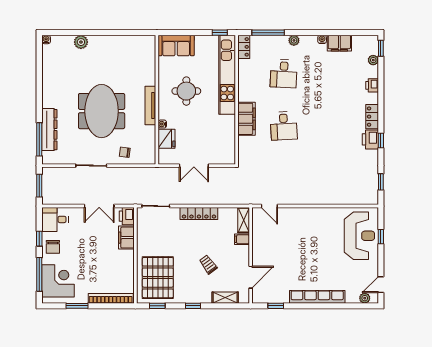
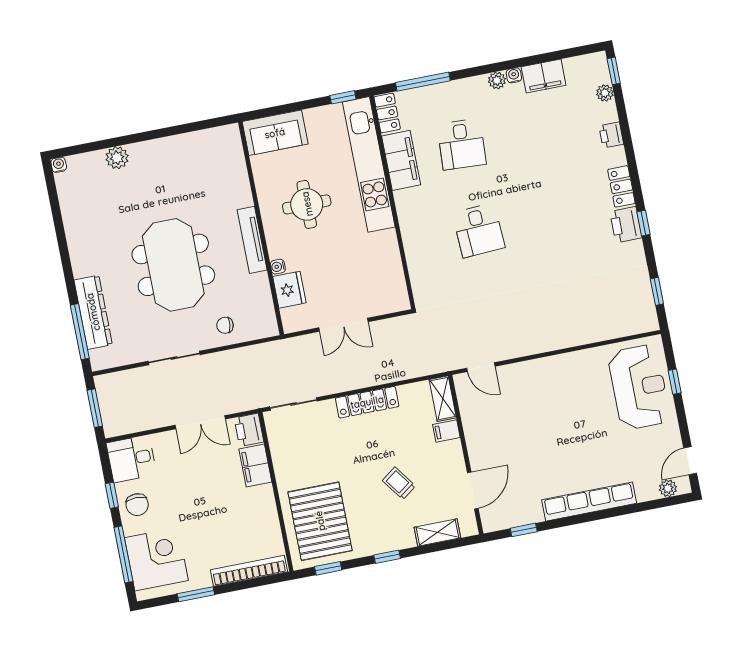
plant: (294, 40) -> (497, 80), moved
filing cabinet: (246, 119) -> (401, 160), moved

